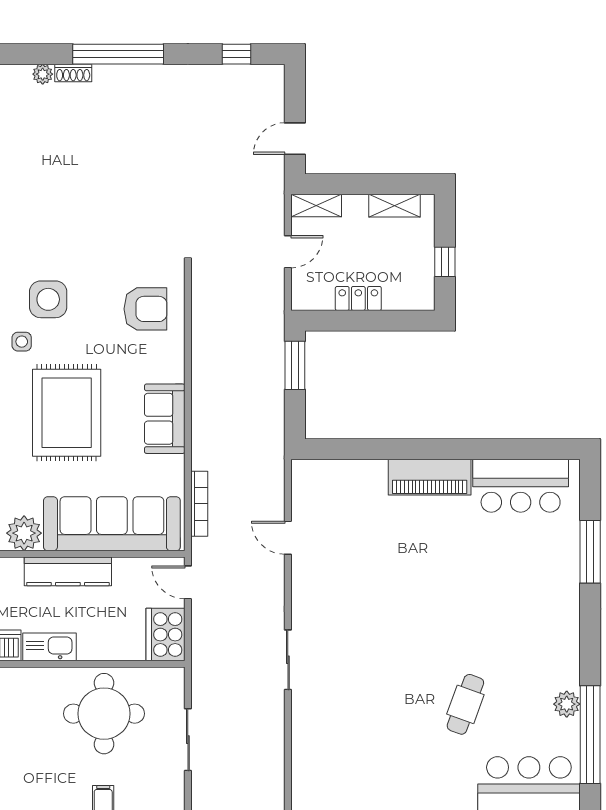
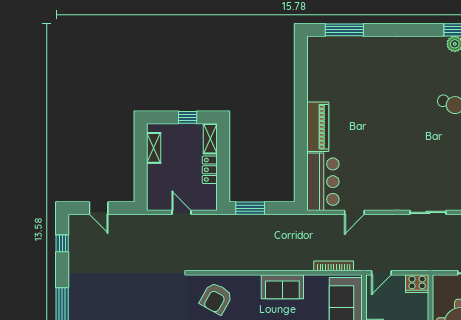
door: (295, 139) -> (99, 208), moved
shelving: (316, 205) -> (210, 139), moved
armchair: (145, 309) -> (216, 298), turned -151
bar counter: (521, 486) -> (323, 182), moved
window: (590, 552) -> (344, 30), moved
cooker: (165, 635) -> (417, 284), width x0.73, depth x0.76

